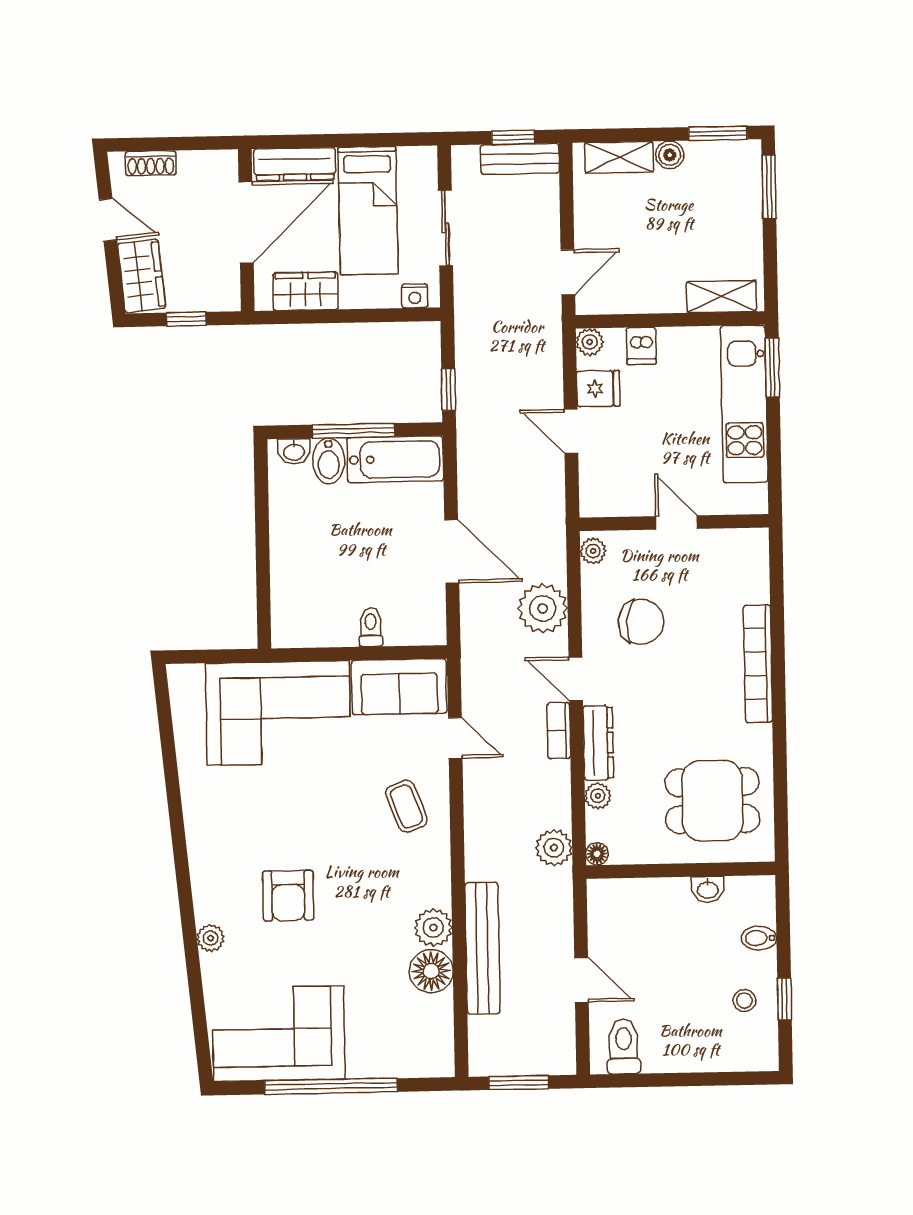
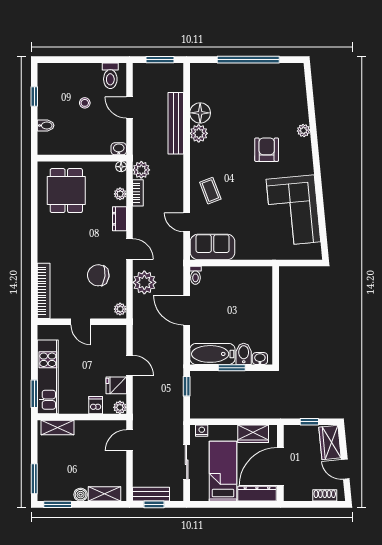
window: (354, 431) -> (232, 368), width x0.69
toilet: (371, 627) -> (195, 275), moved
bookcase: (758, 664) -> (44, 291), moved
corner sofa: (278, 713) -> (293, 211), moved, turned -95
bookcase: (559, 731) -> (138, 193), moved
dresser: (598, 743) -> (119, 219), width x0.70
dining table: (712, 801) -> (66, 191), turned 90
washbasin: (708, 889) -> (119, 149), moved
stool: (744, 1001) -> (85, 103), moved
corner sofa: (279, 1034) -> (272, 85), removed

